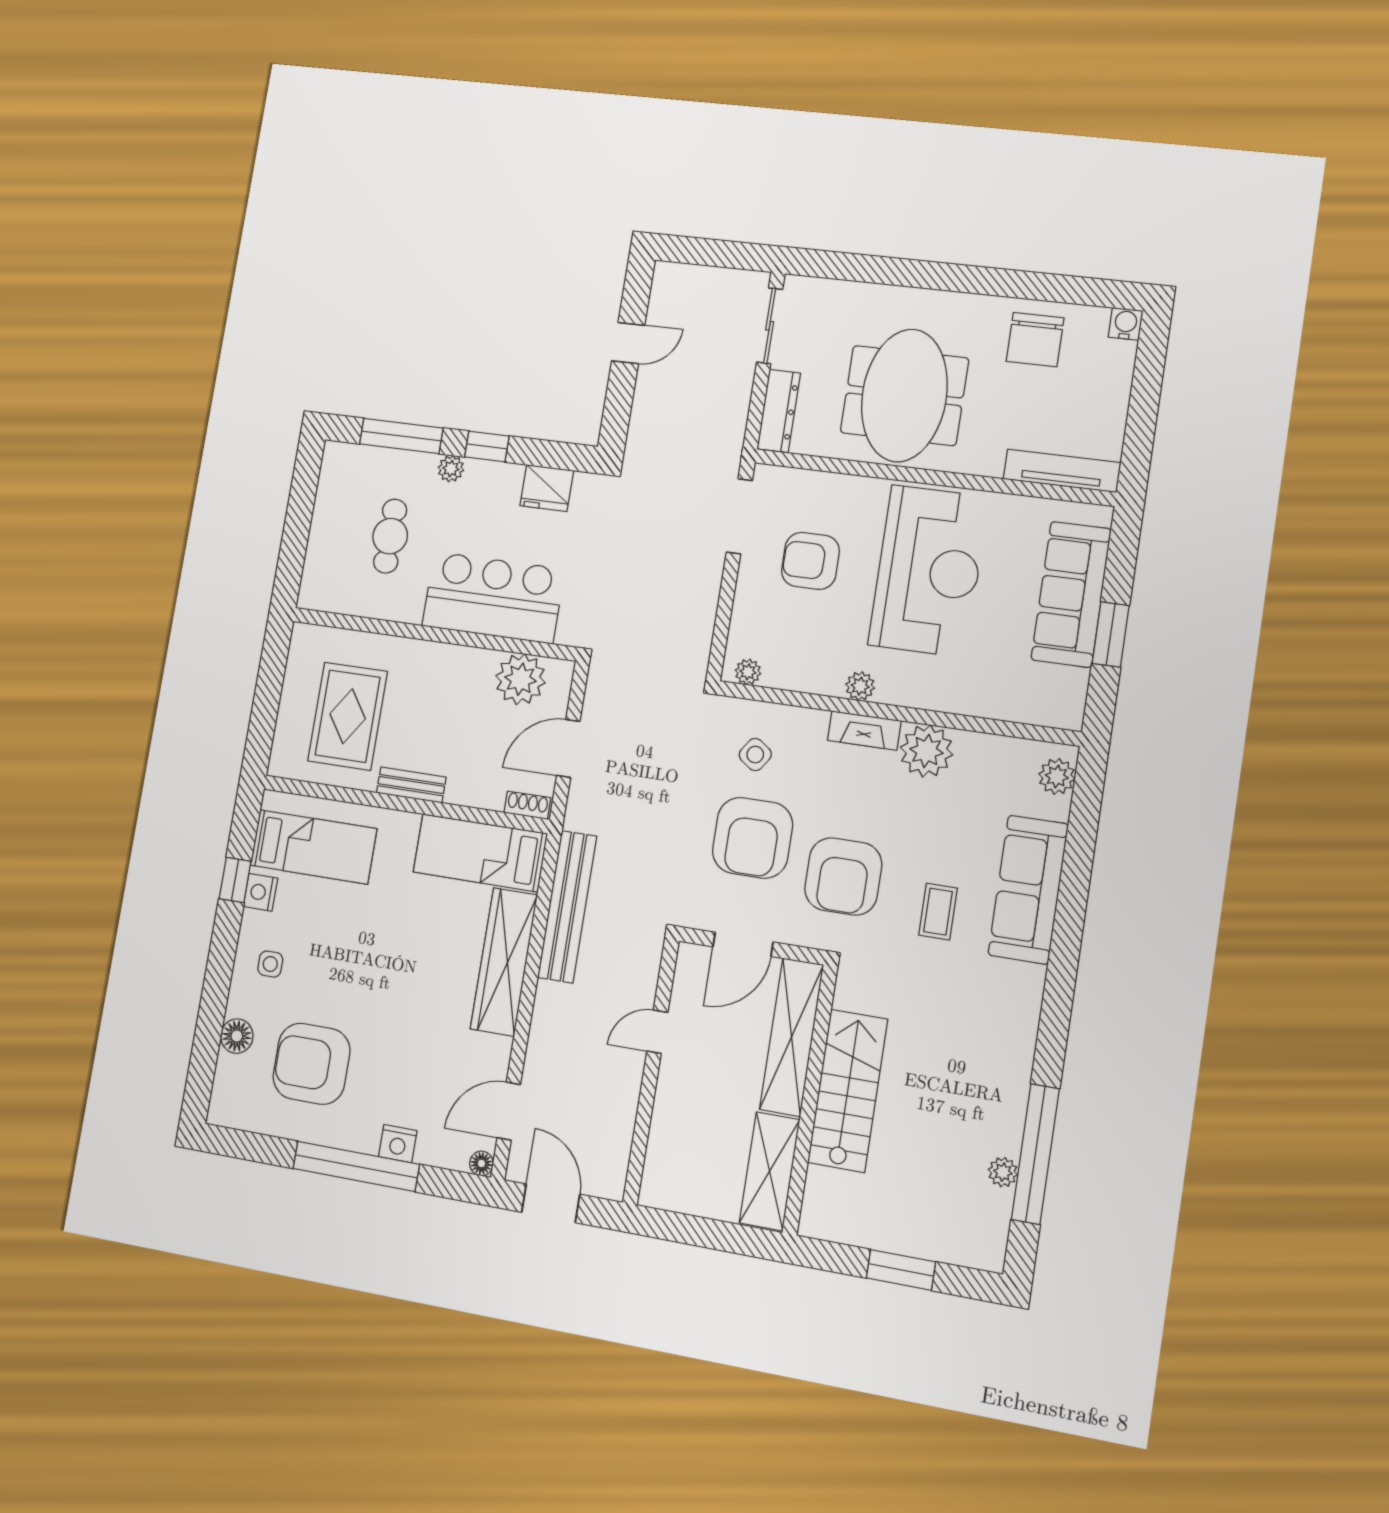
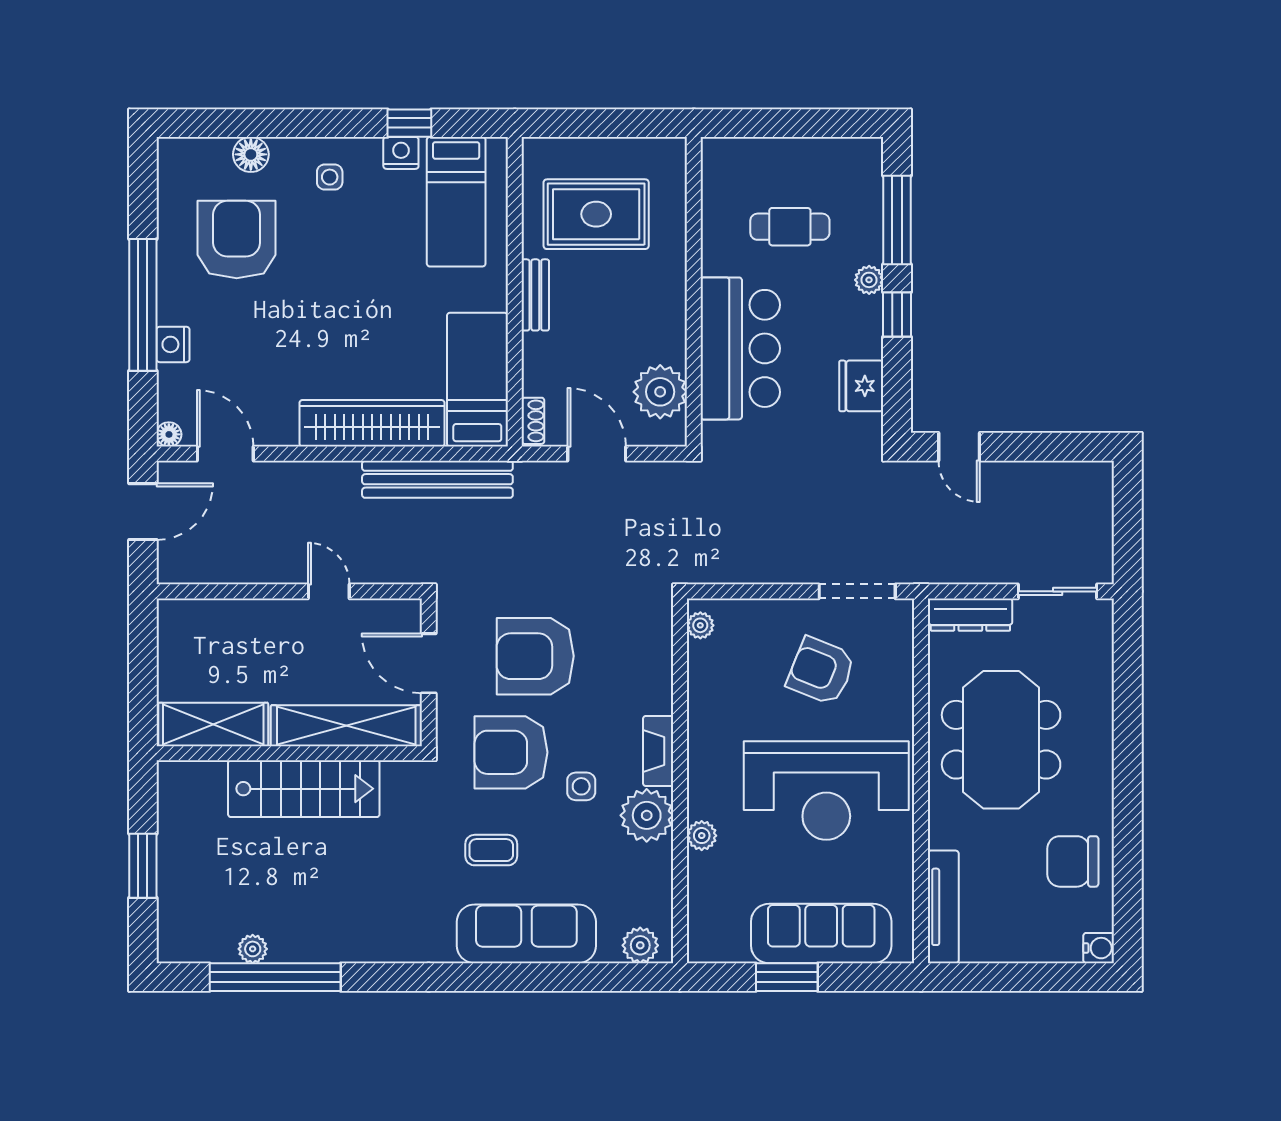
door: (628, 343) -> (959, 447), moved
meeting table: (904, 395) -> (1001, 740), turned 90
armchair: (810, 561) -> (821, 671), turned -68
plant: (860, 686) -> (702, 836), moved
side table: (755, 755) -> (581, 786), moved, turned -35

